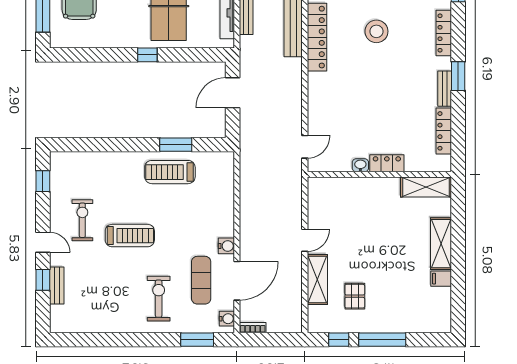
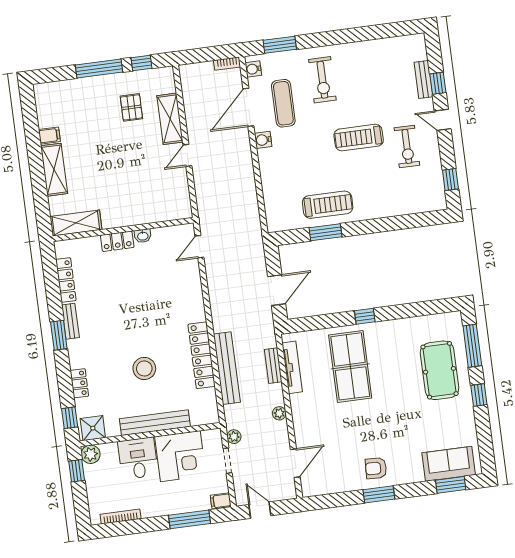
locker: (444, 33) -> (79, 383), width x0.66

